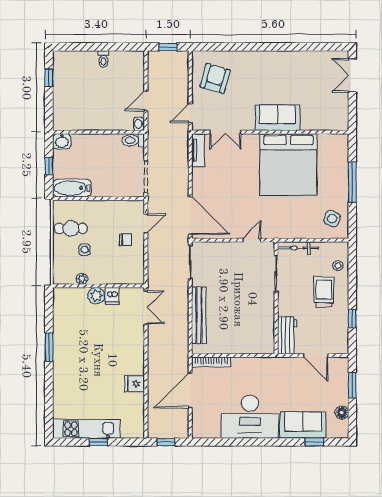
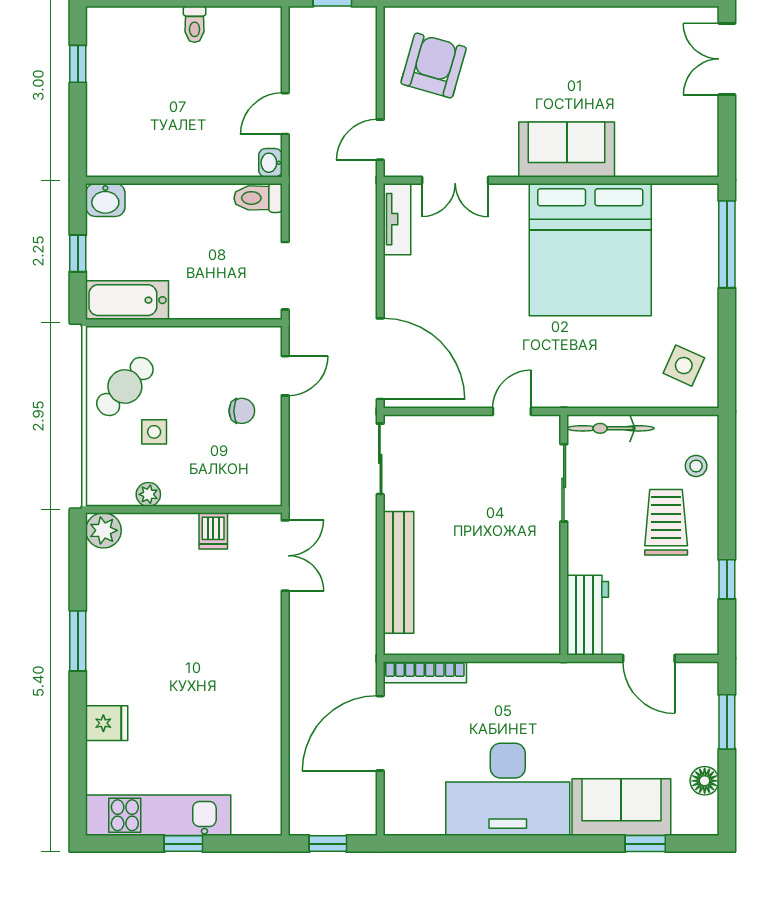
window: (352, 182) -> (727, 244), moved
cafe table: (71, 228) -> (125, 387), turned -47
plant: (96, 296) -> (103, 530), moved
fridge: (135, 384) -> (107, 723), moved, turned 180

